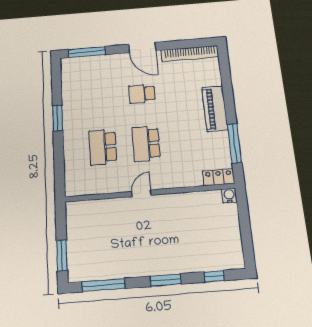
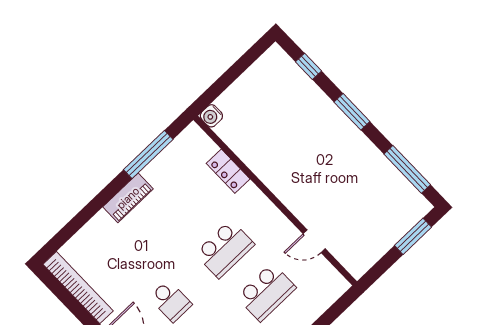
piano: (215, 109) -> (128, 198), width x0.73, depth x0.75
locker: (219, 177) -> (228, 171), moved
door: (141, 193) -> (314, 241), moved

